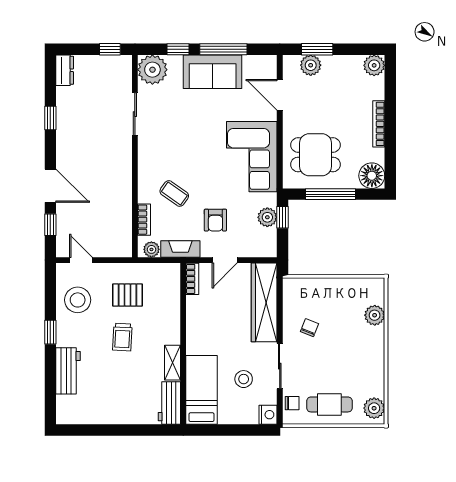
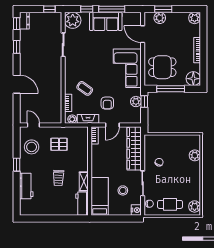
window: (50, 225) -> (17, 24), moved
trolley: (122, 337) -> (58, 178), moved

